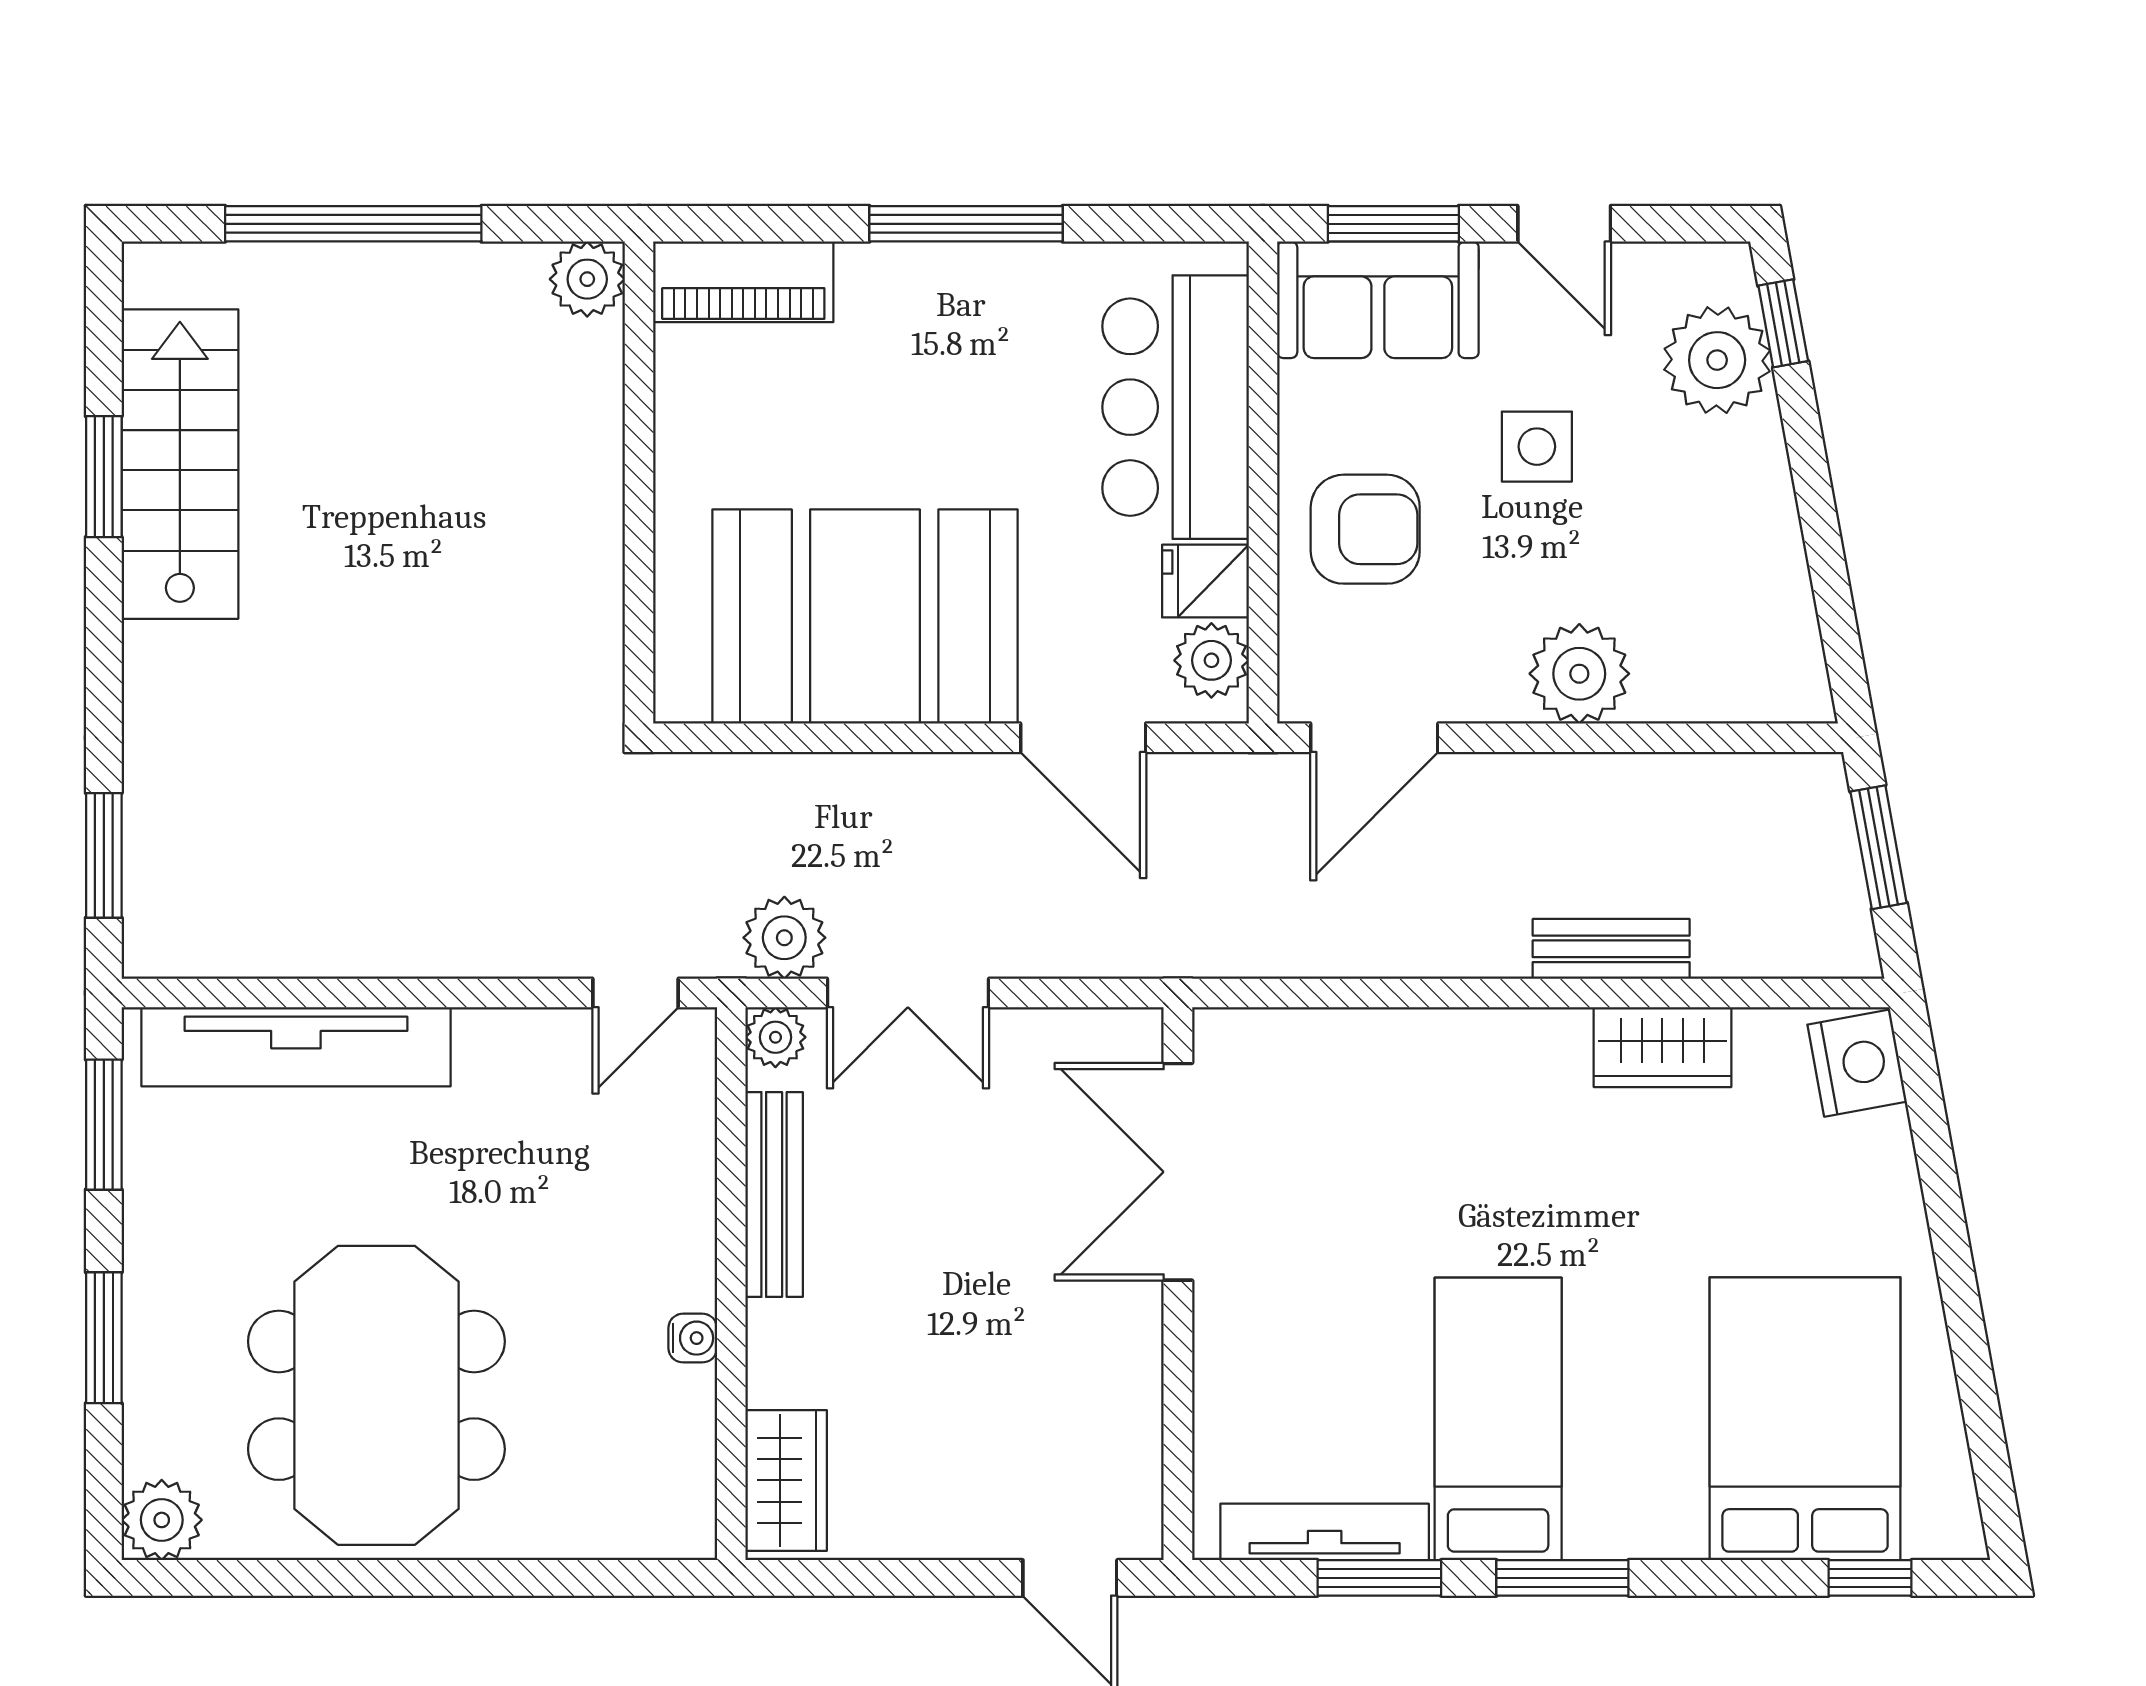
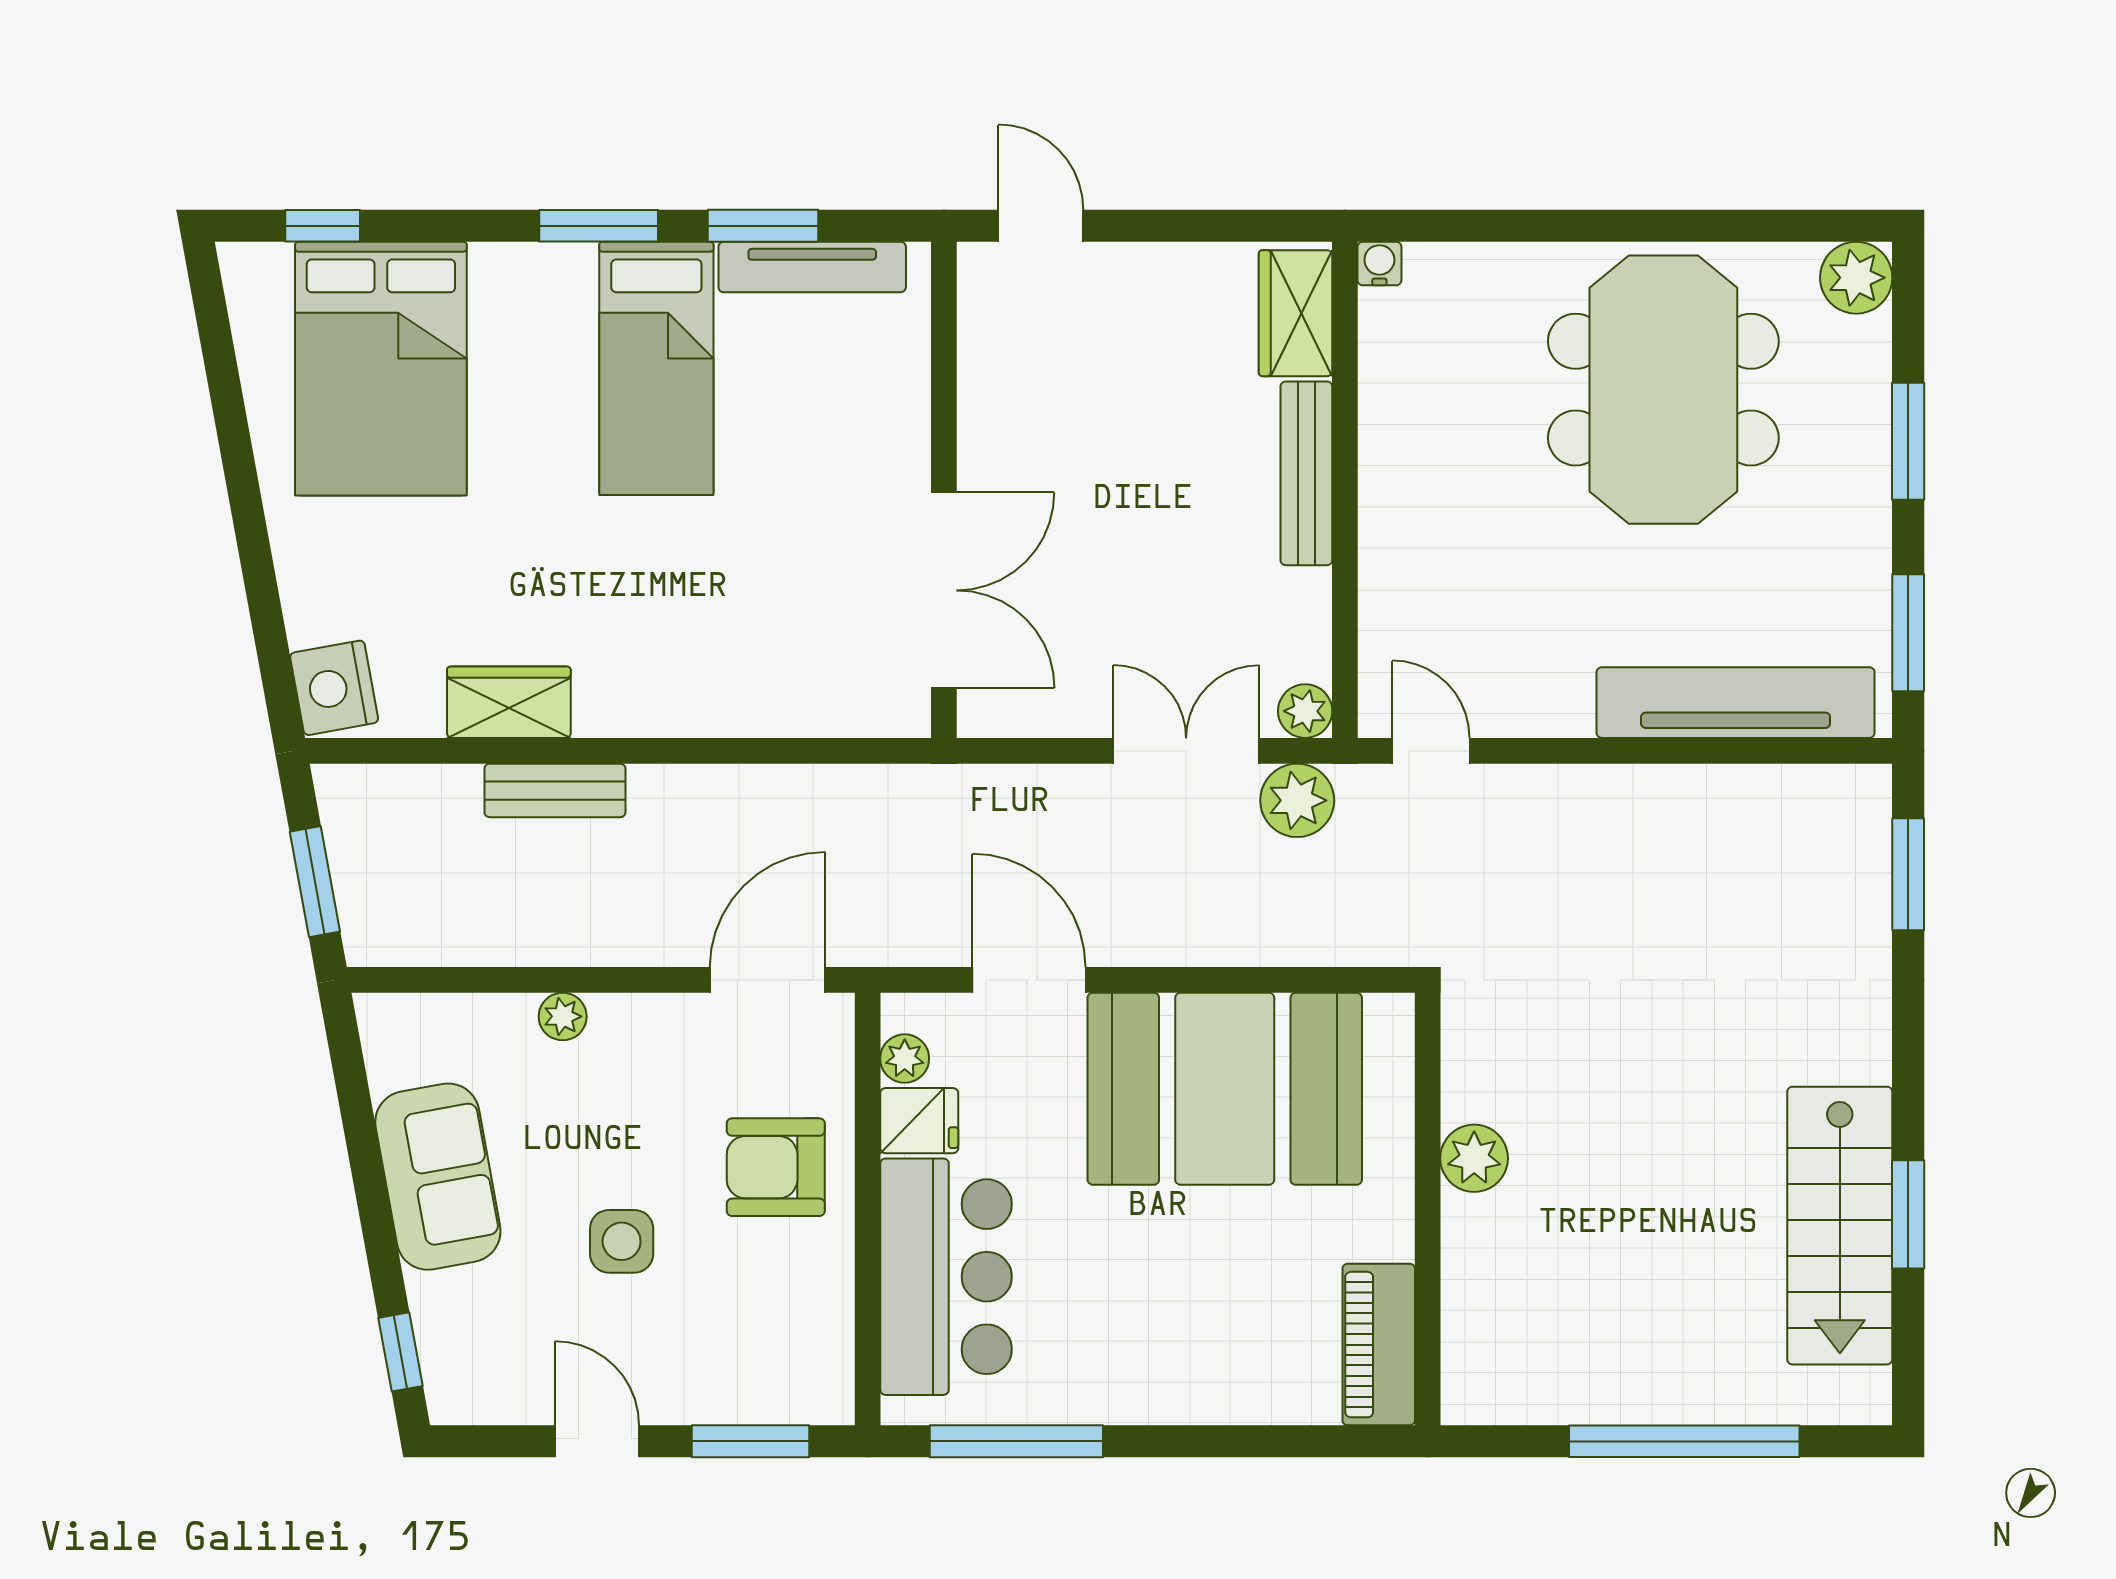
window: (966, 224) -> (1016, 1441), moved
plant: (587, 279) -> (1474, 1158), moved
piano: (743, 282) -> (1379, 1345), moved, turned -90
sofa: (1378, 300) -> (438, 1177), moved, turned 80
plant: (1717, 360) -> (460, 1319), removed
plant: (1211, 660) -> (905, 1059), width x0.73, depth x0.73
plant: (1579, 674) -> (563, 1016), width x0.53, depth x0.53
door: (635, 993) -> (1431, 751), hinge flipped
bench: (774, 1194) -> (1306, 473), moved
water cooler: (693, 1338) -> (1379, 263), moved, turned 90

